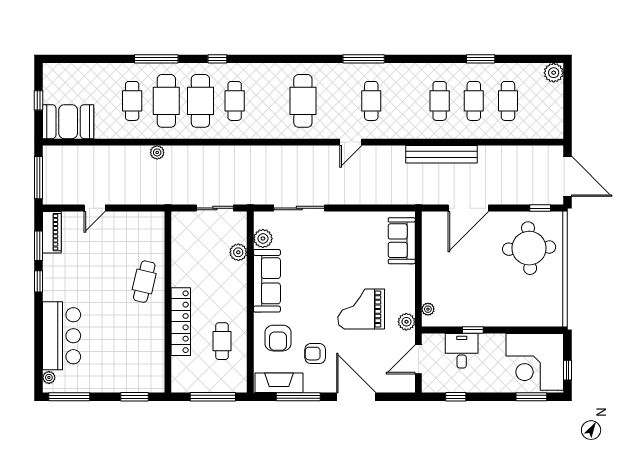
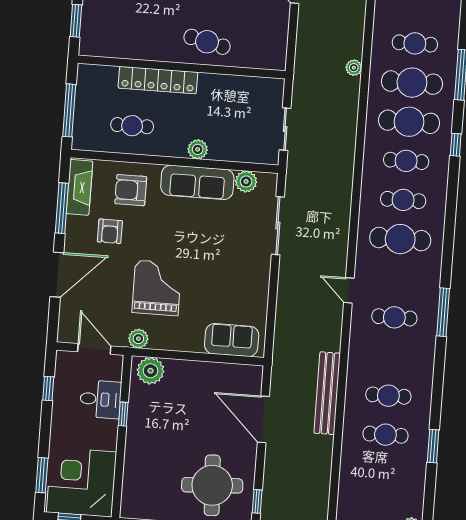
cafe table: (508, 101) -> (403, 200), moved
plant: (238, 252) -> (198, 149), moved
plant: (428, 309) -> (151, 371), width x1.88, depth x1.88
armchair: (315, 354) -> (110, 231), turned 180

